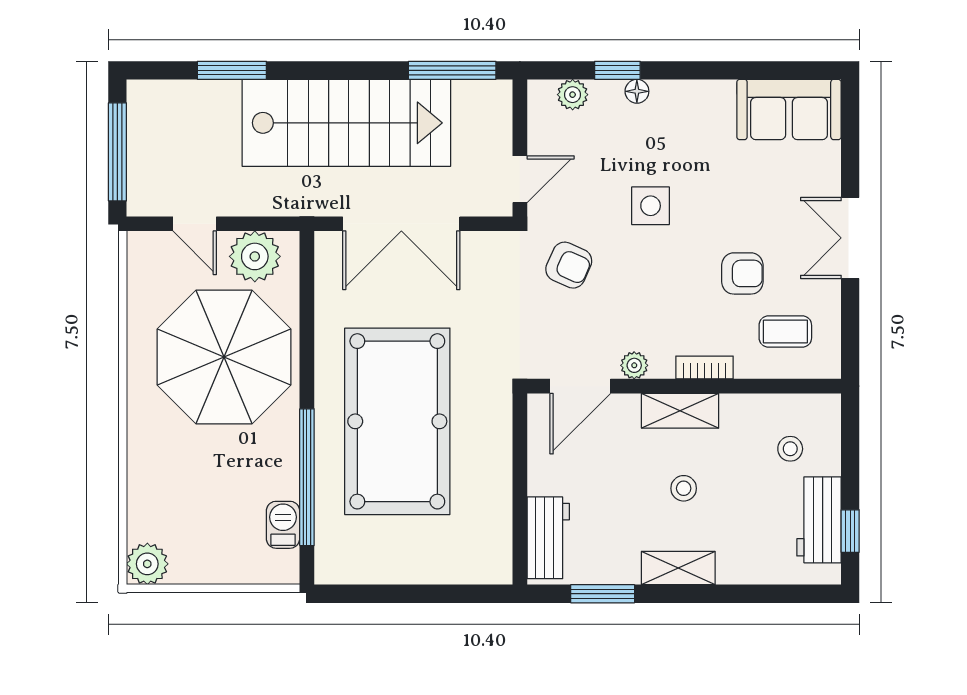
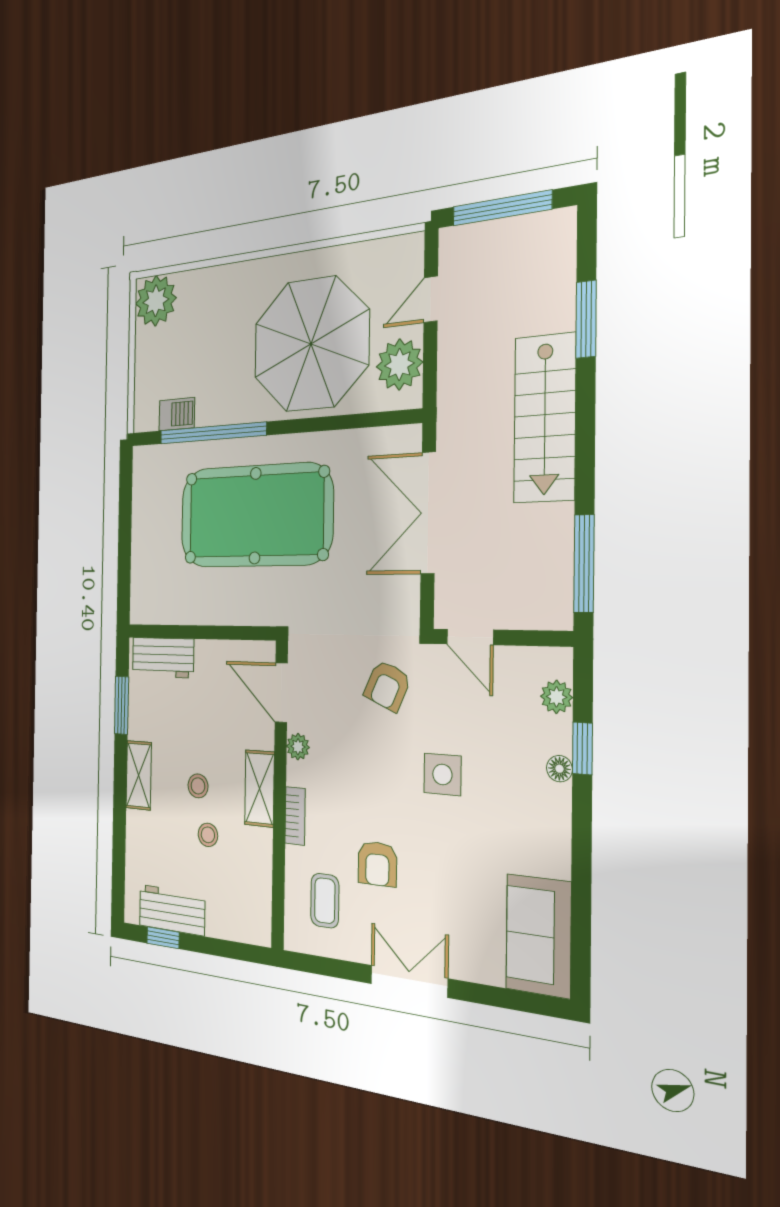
stairs: (346, 123) -> (545, 418), width x0.73, depth x0.66
stool: (790, 449) -> (208, 835), moved
plant: (147, 564) -> (156, 301), width x1.36, depth x1.36

